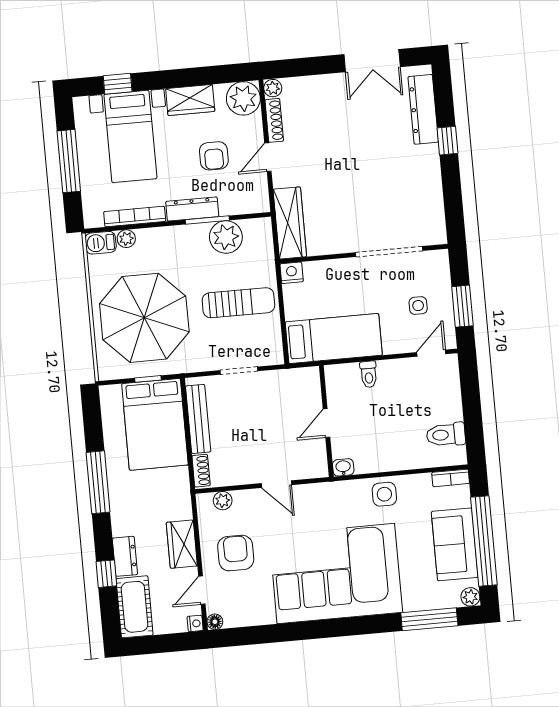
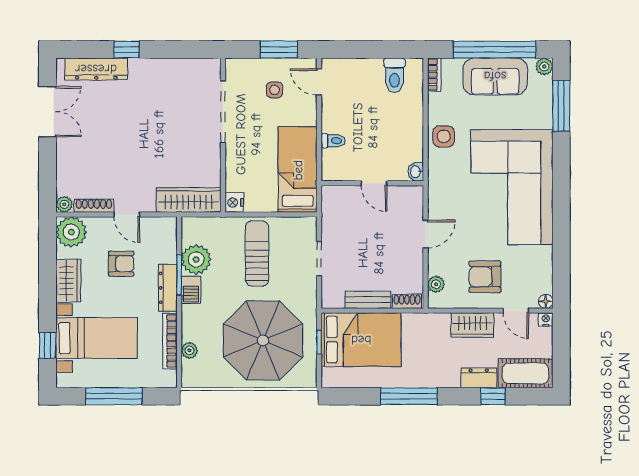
barbecue: (101, 243) -> (191, 290), moved
bench: (198, 419) -> (368, 300), width x0.73

